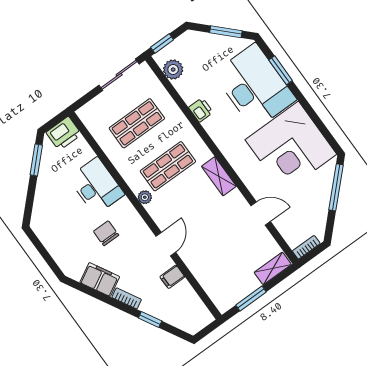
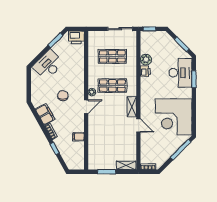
plant: (173, 70) -> (146, 60), moved
desk: (255, 86) -> (180, 73), width x0.73, depth x0.77
desk: (96, 186) -> (48, 65), moved, turned -135
door: (261, 214) -> (138, 125), moved
door: (166, 244) -> (86, 107), moved

